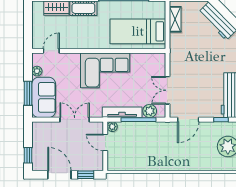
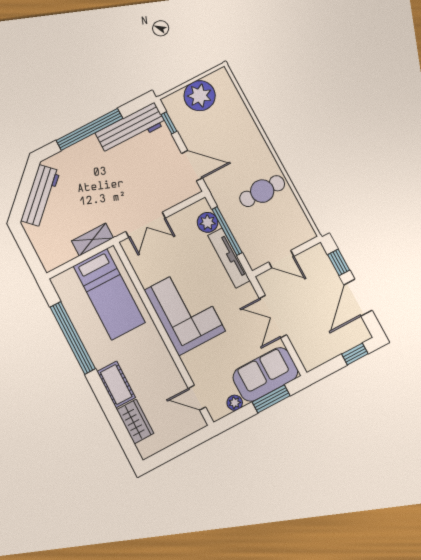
shelving: (175, 19) -> (92, 240), moved
double door: (167, 90) -> (146, 225), moved
plant: (112, 127) -> (255, 261), removed
door: (105, 142) -> (281, 259), hinge flipped
cafe table: (151, 153) -> (262, 191), added

